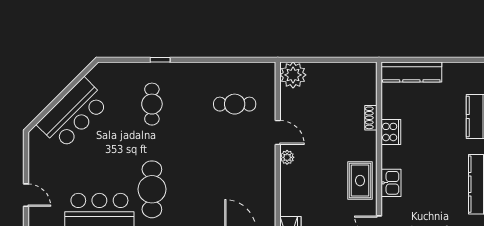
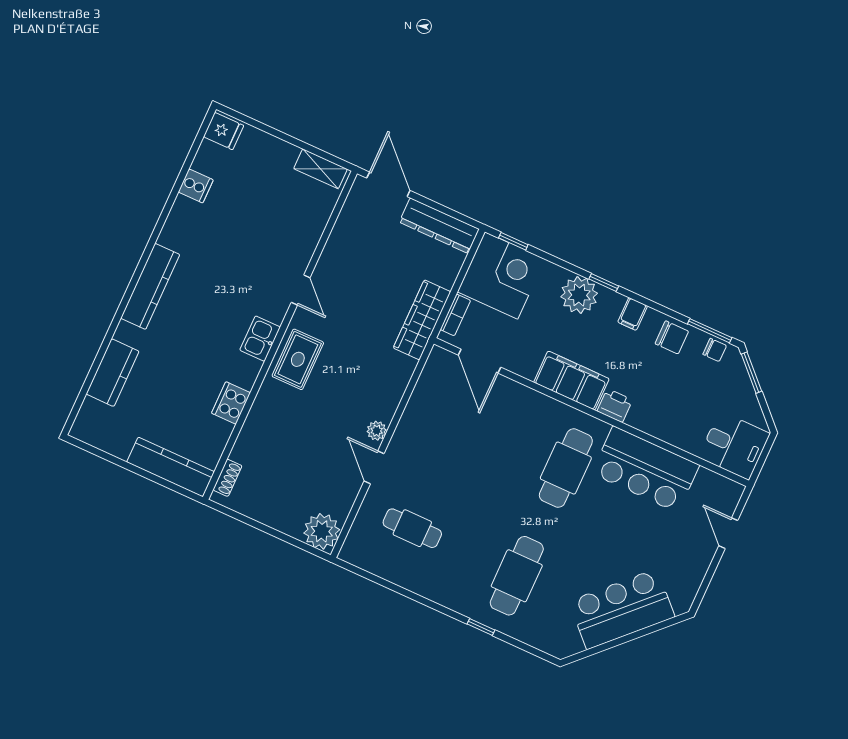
cafe table: (152, 104) -> (517, 576), width x1.37, depth x1.35
shoe rack: (371, 118) -> (227, 478), moved

